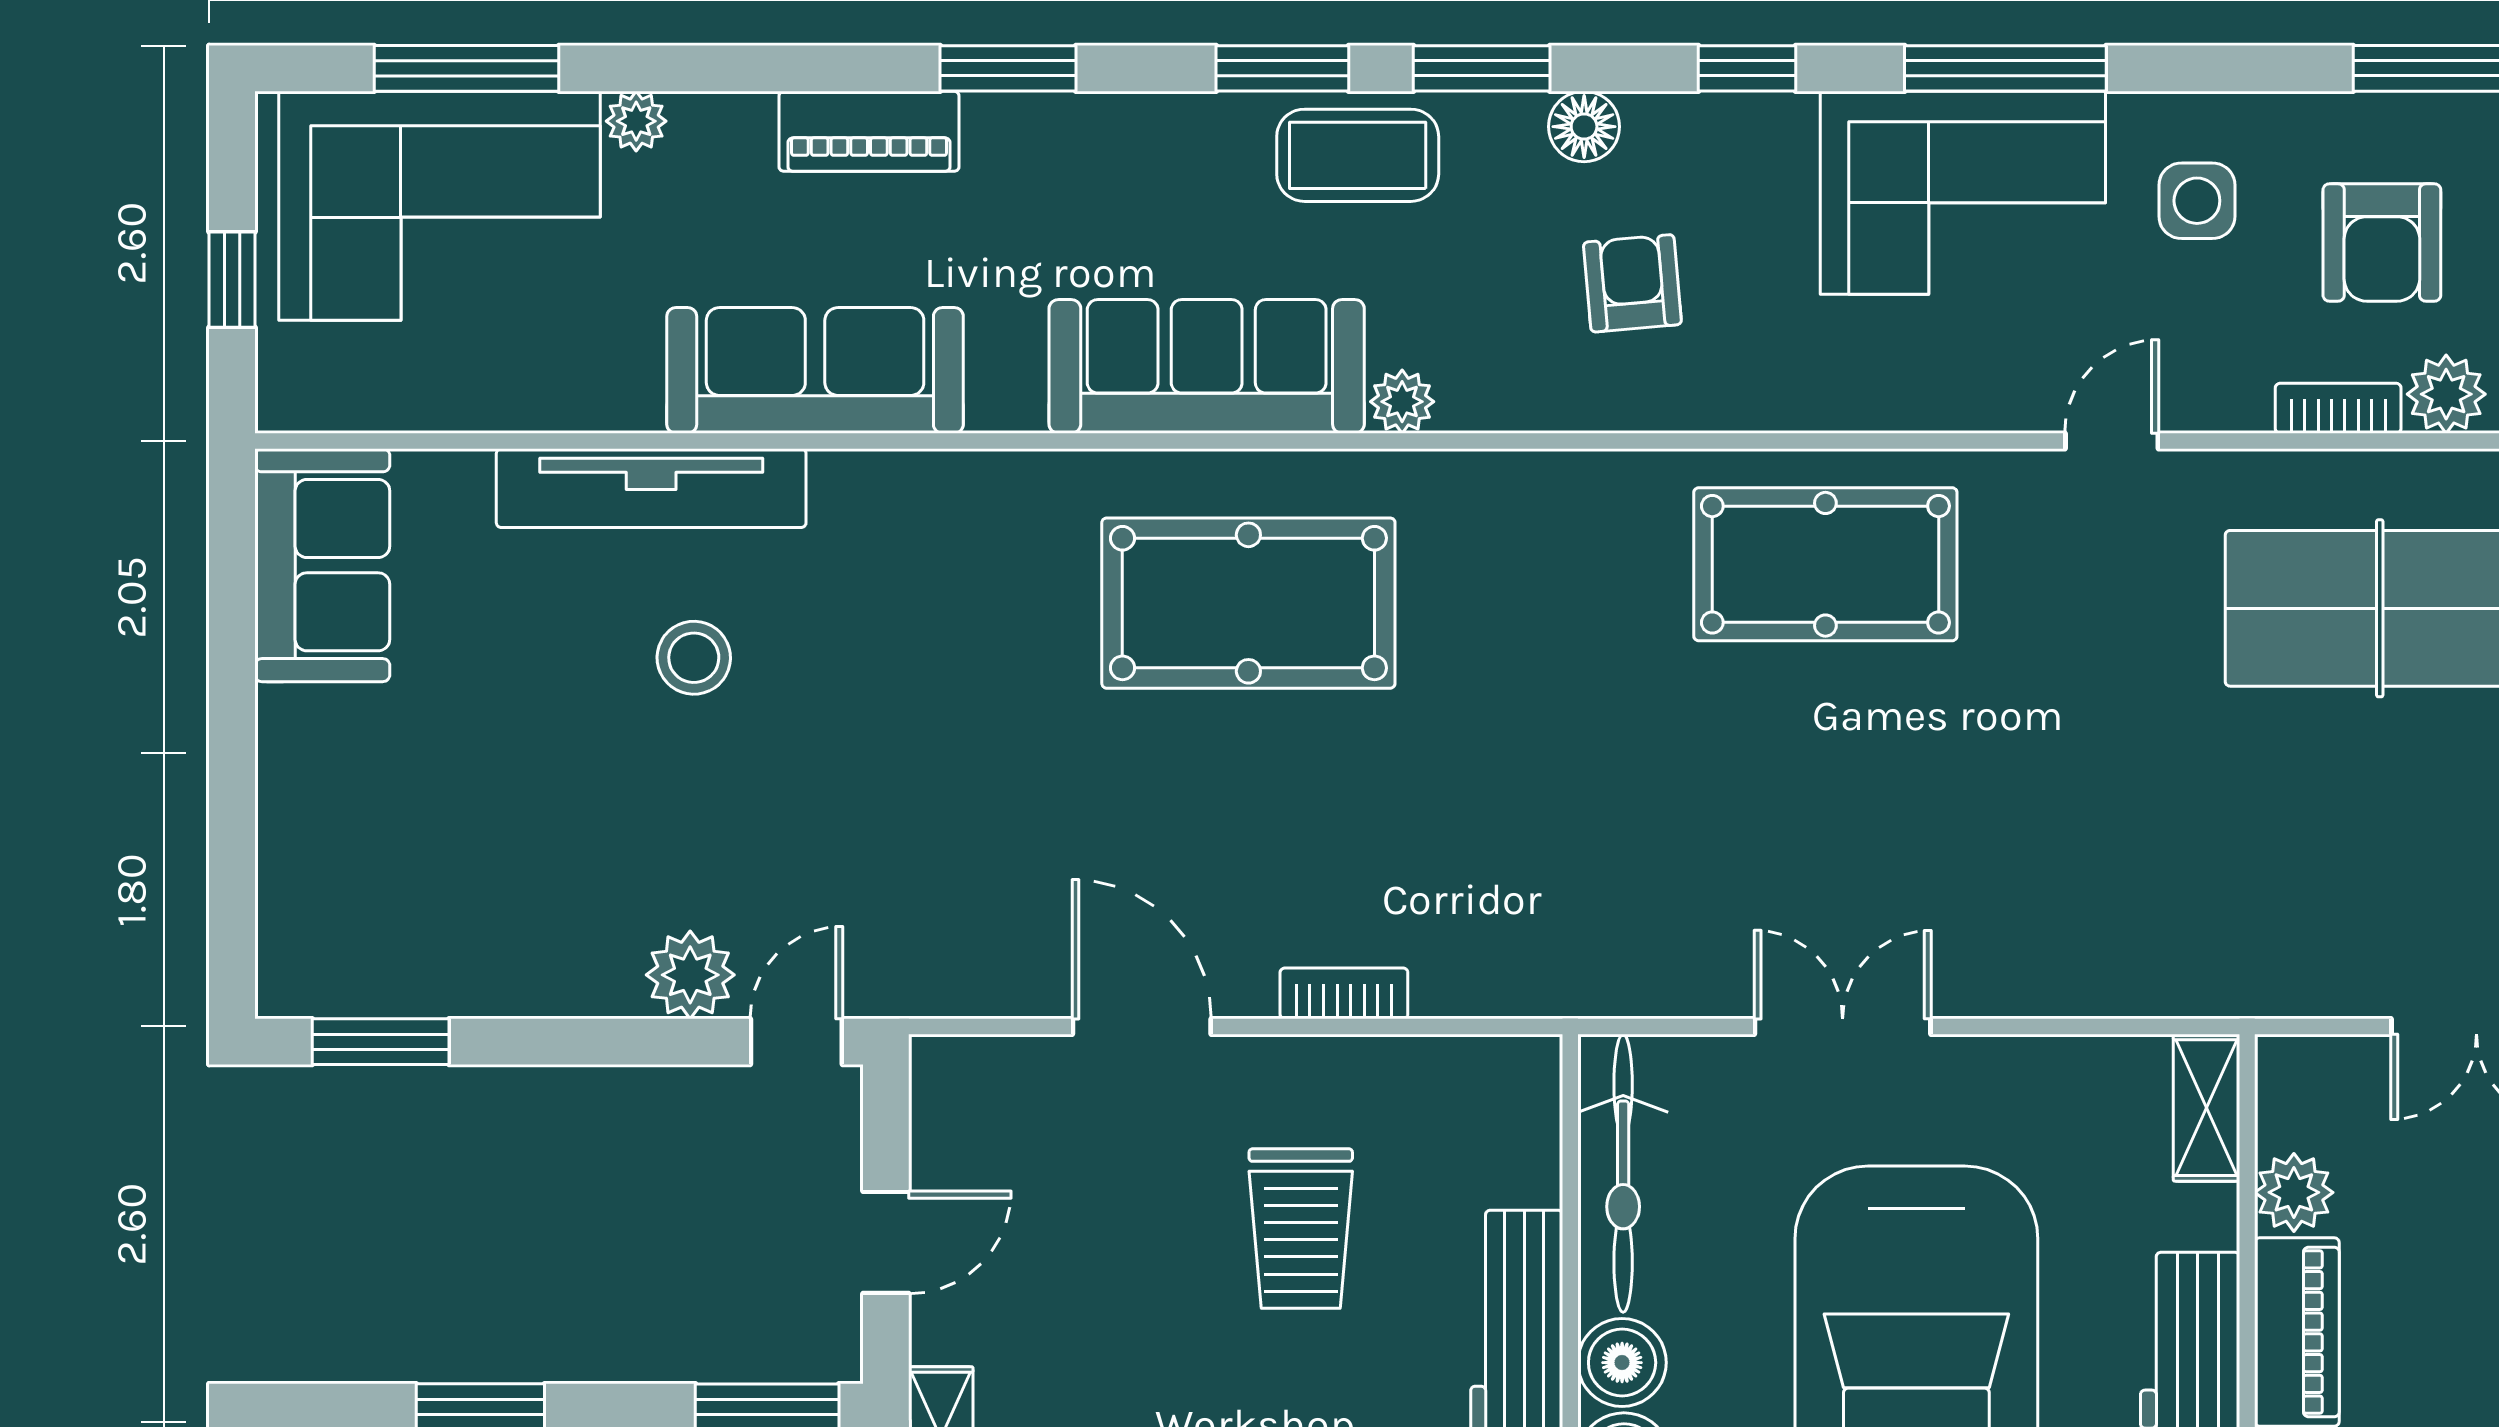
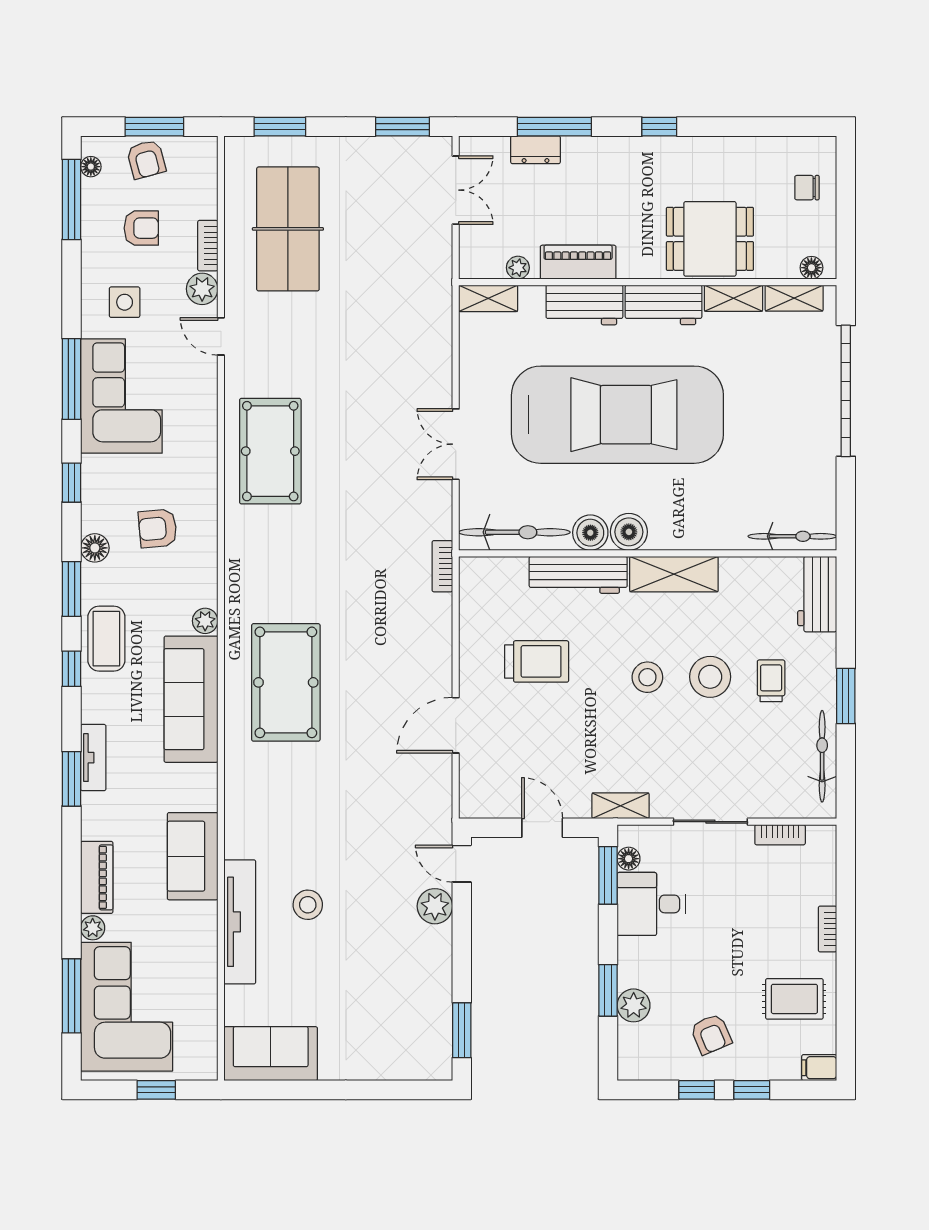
window: (1282, 68) -> (71, 669), width x0.67
tv unit: (1061, 123) -> (93, 758), added
piano: (869, 131) -> (97, 877), moved
armchair: (2382, 242) -> (141, 228), width x0.72, depth x0.72
sofa: (815, 370) -> (193, 856), width x0.73
plant: (2446, 394) -> (202, 289), moved
bookcase: (1344, 993) -> (442, 566), moved
plant: (2294, 1192) -> (518, 268), width x0.73, depth x0.73

